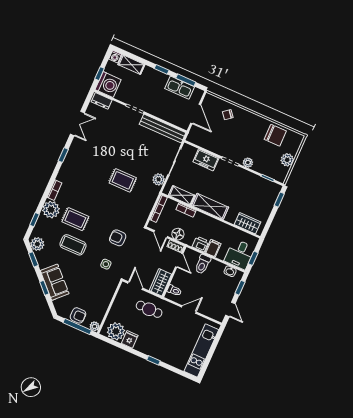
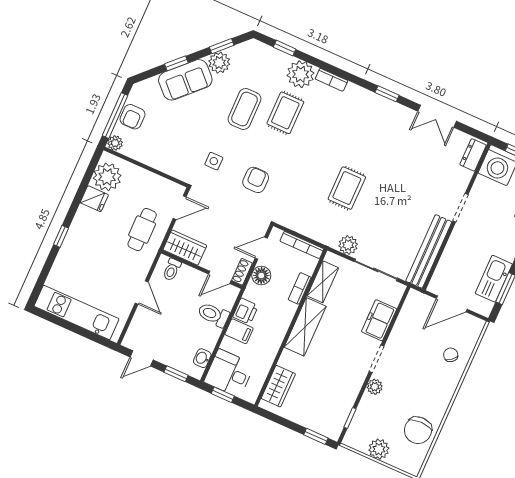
plant: (37, 244) -> (219, 63), moved

